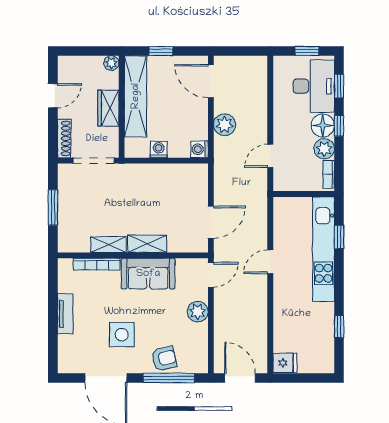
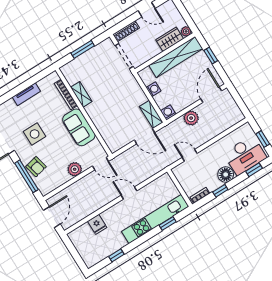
wardrobe: (108, 108) -> (170, 39), moved
window: (339, 126) -> (220, 191), moved
plant: (324, 149) -> (213, 184), removed
door: (211, 222) -> (144, 136), moved
shelving: (147, 244) -> (151, 114), moved
fridge: (285, 363) -> (97, 224), moved

